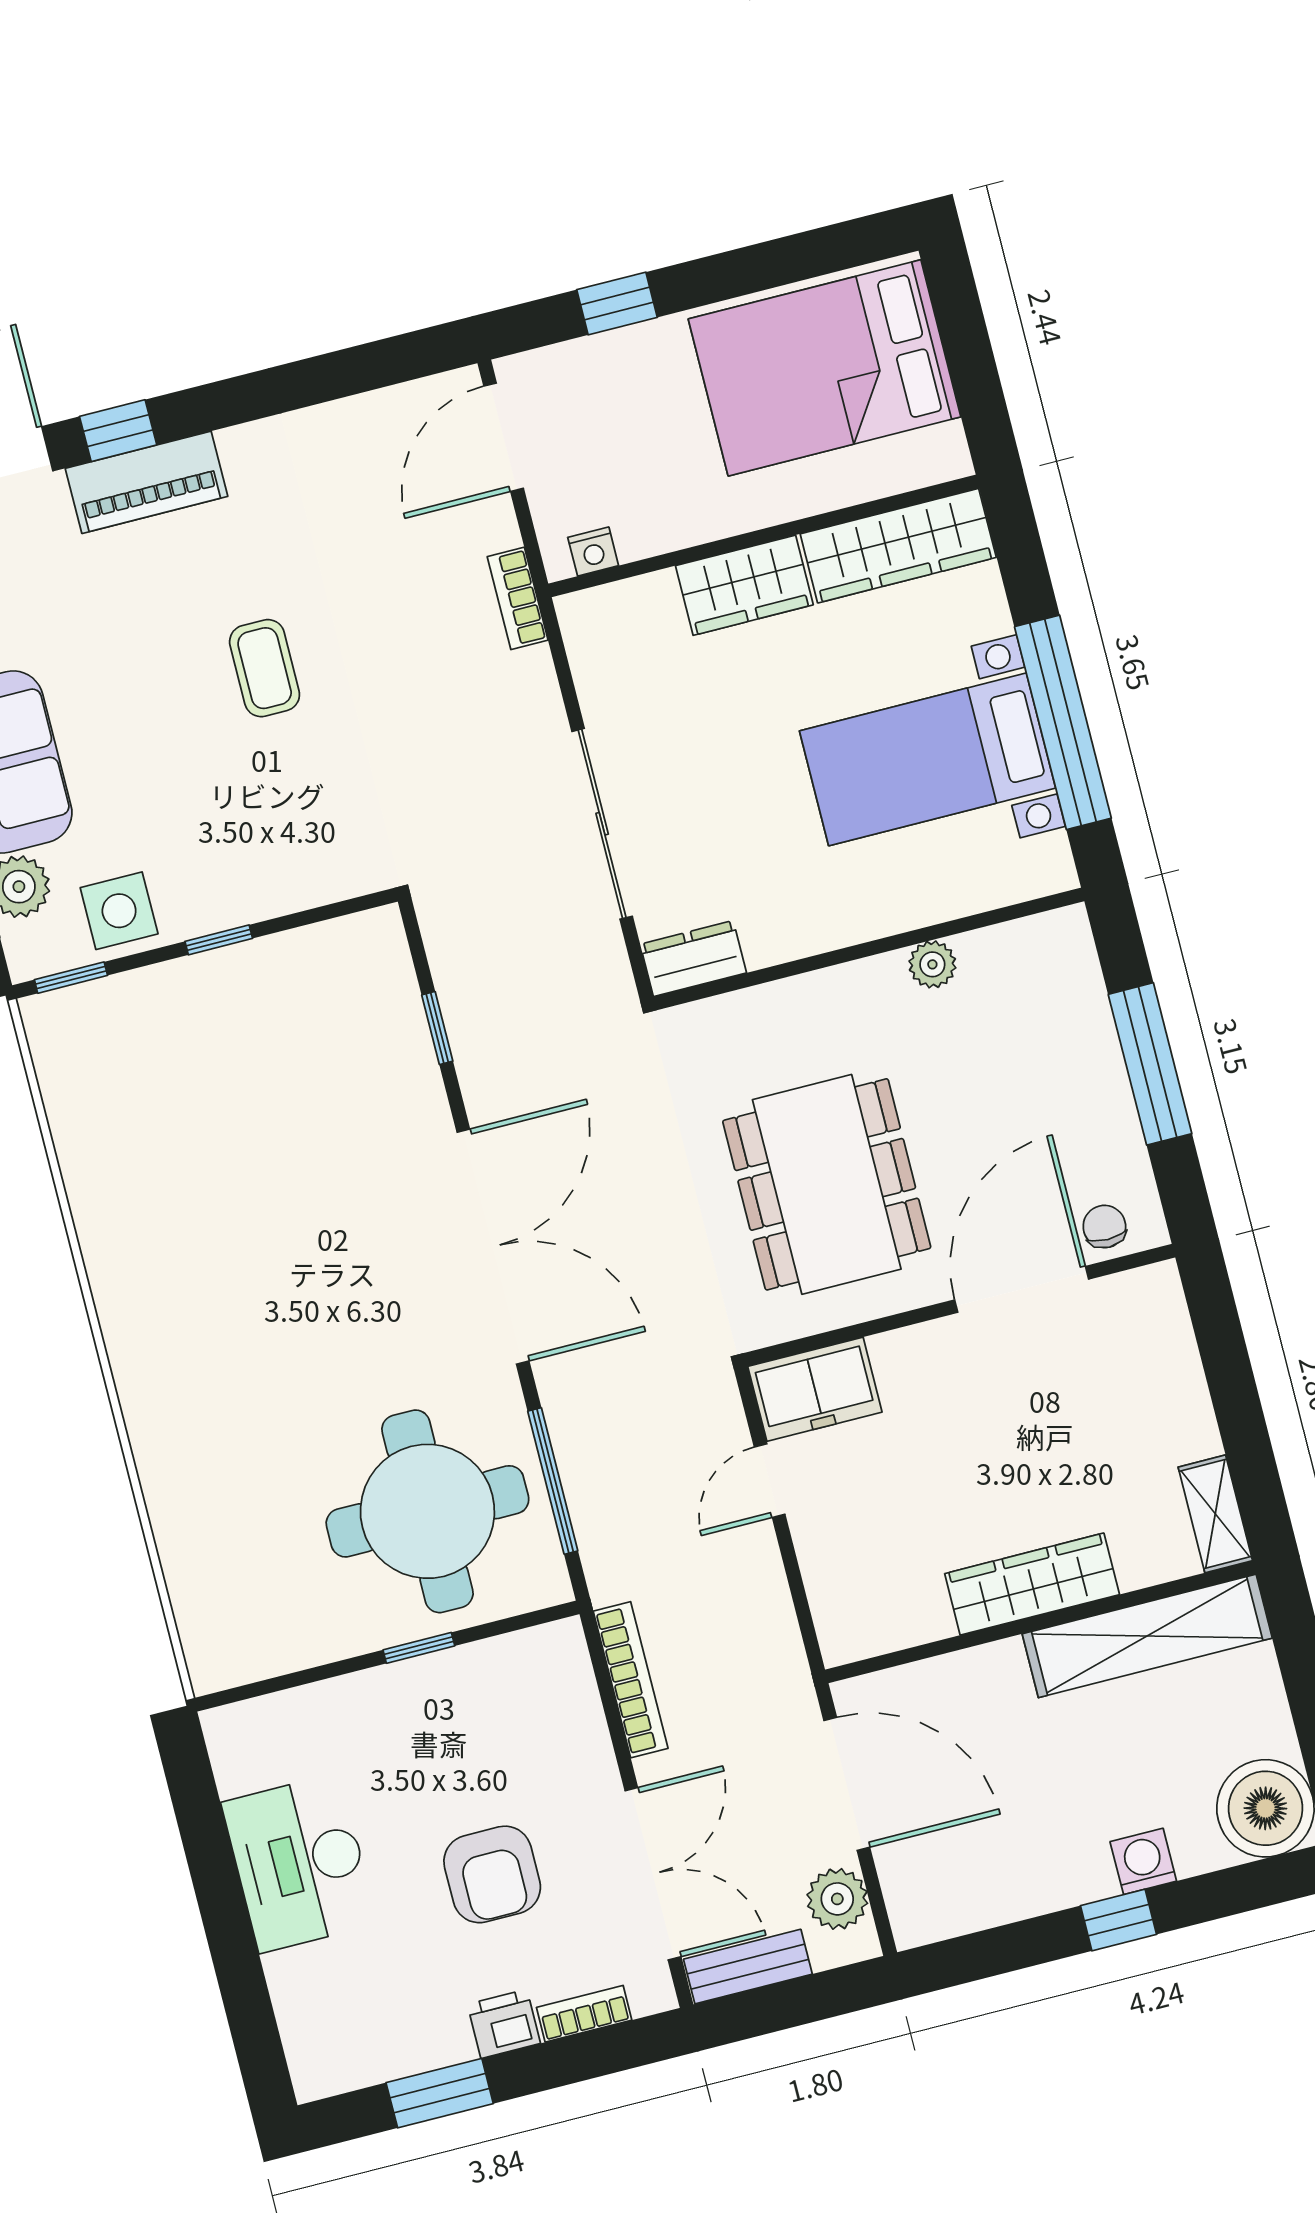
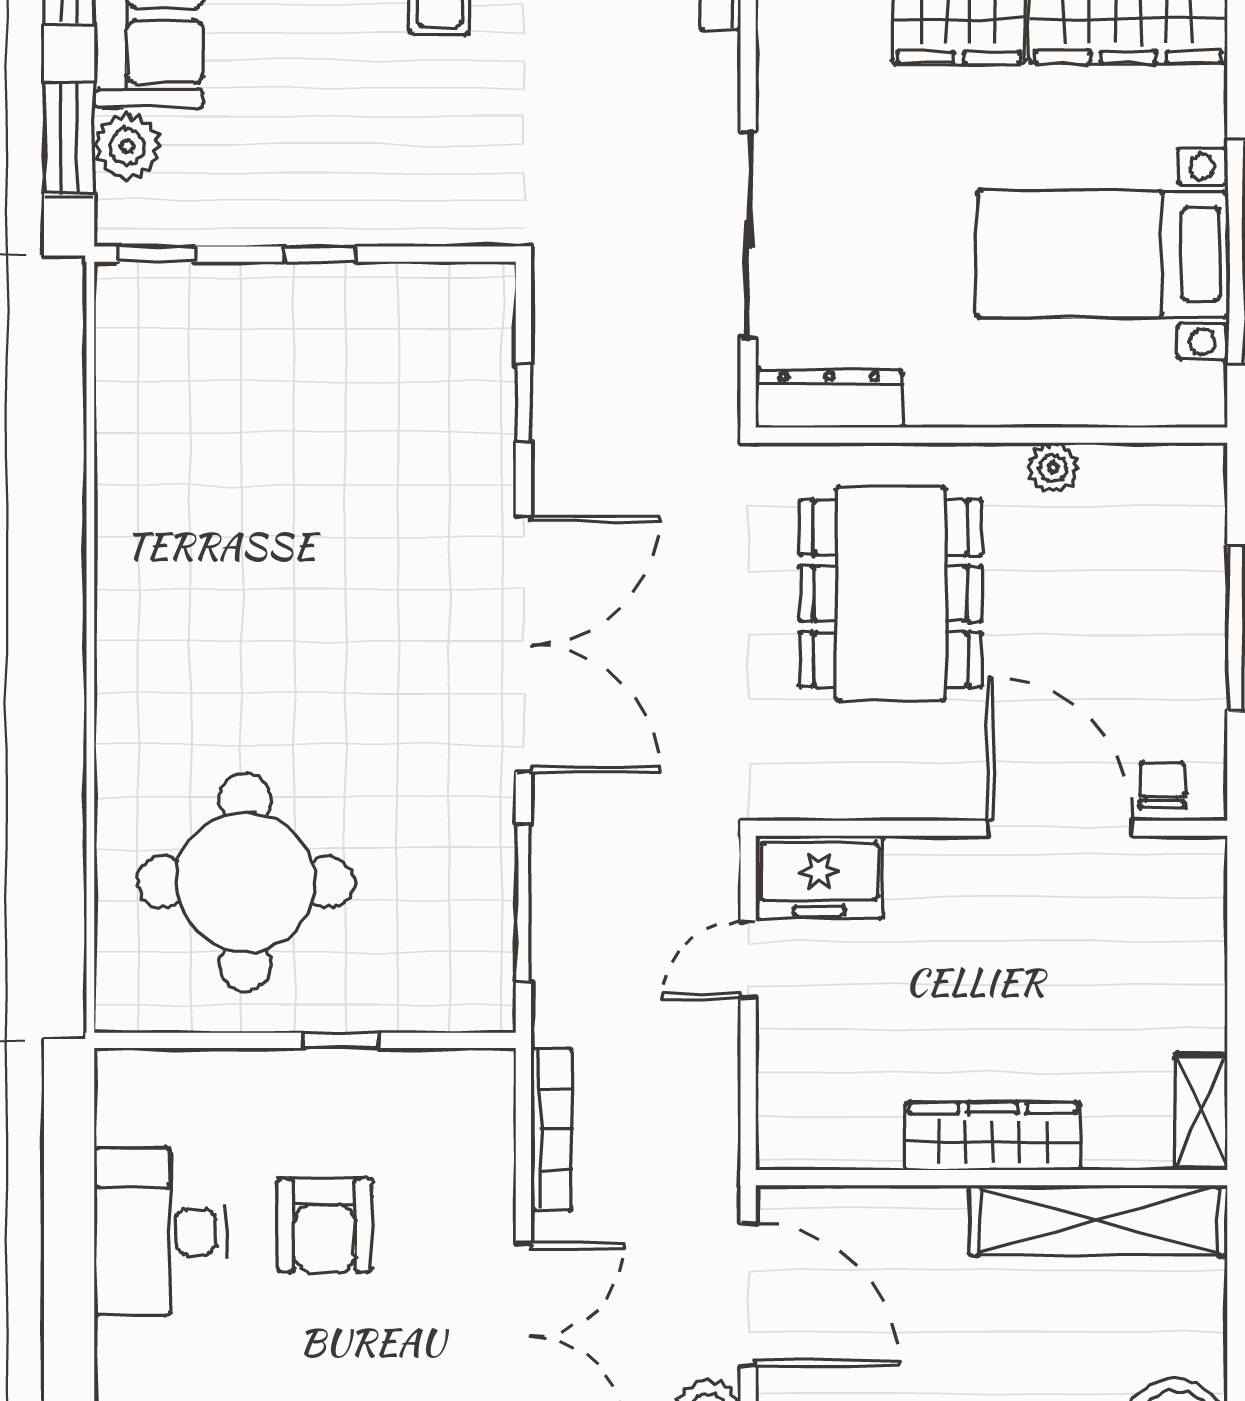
side table: (119, 911) -> (225, 198), removed
dresser: (693, 958) -> (829, 399), width x1.44
dining table: (827, 1184) -> (890, 594), moved
door: (1022, 1289) -> (1060, 828), hinge flipped
round table: (427, 1511) -> (246, 882), moved
armchair: (492, 1874) -> (325, 1225), moved

